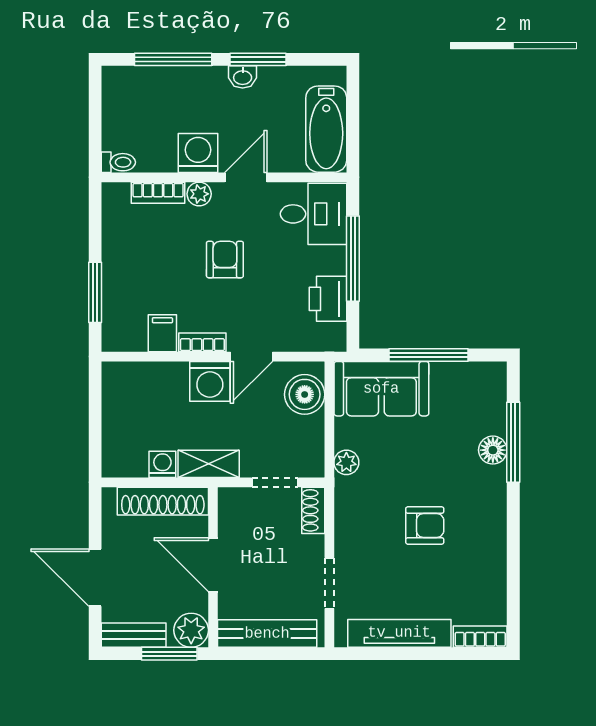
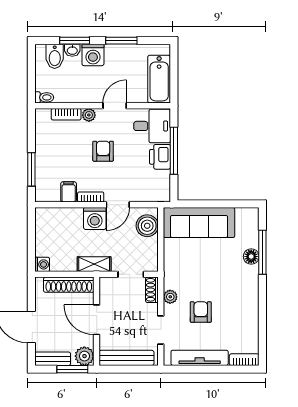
window: (173, 59) -> (75, 41), width x0.69
washbasin: (243, 77) -> (72, 50), moved
bidet: (137, 88) -> (55, 56), added
washing machine: (198, 153) -> (93, 55), moved, turned 180
printer: (328, 299) -> (160, 157), moved
window: (428, 355) -> (216, 204), removed
sofa: (381, 389) -> (199, 223), width x1.36
plant: (346, 462) -> (170, 297), moved
washing machine: (162, 464) -> (42, 264), moved, turned 90
armchair: (425, 525) -> (201, 312), moved, turned -90

